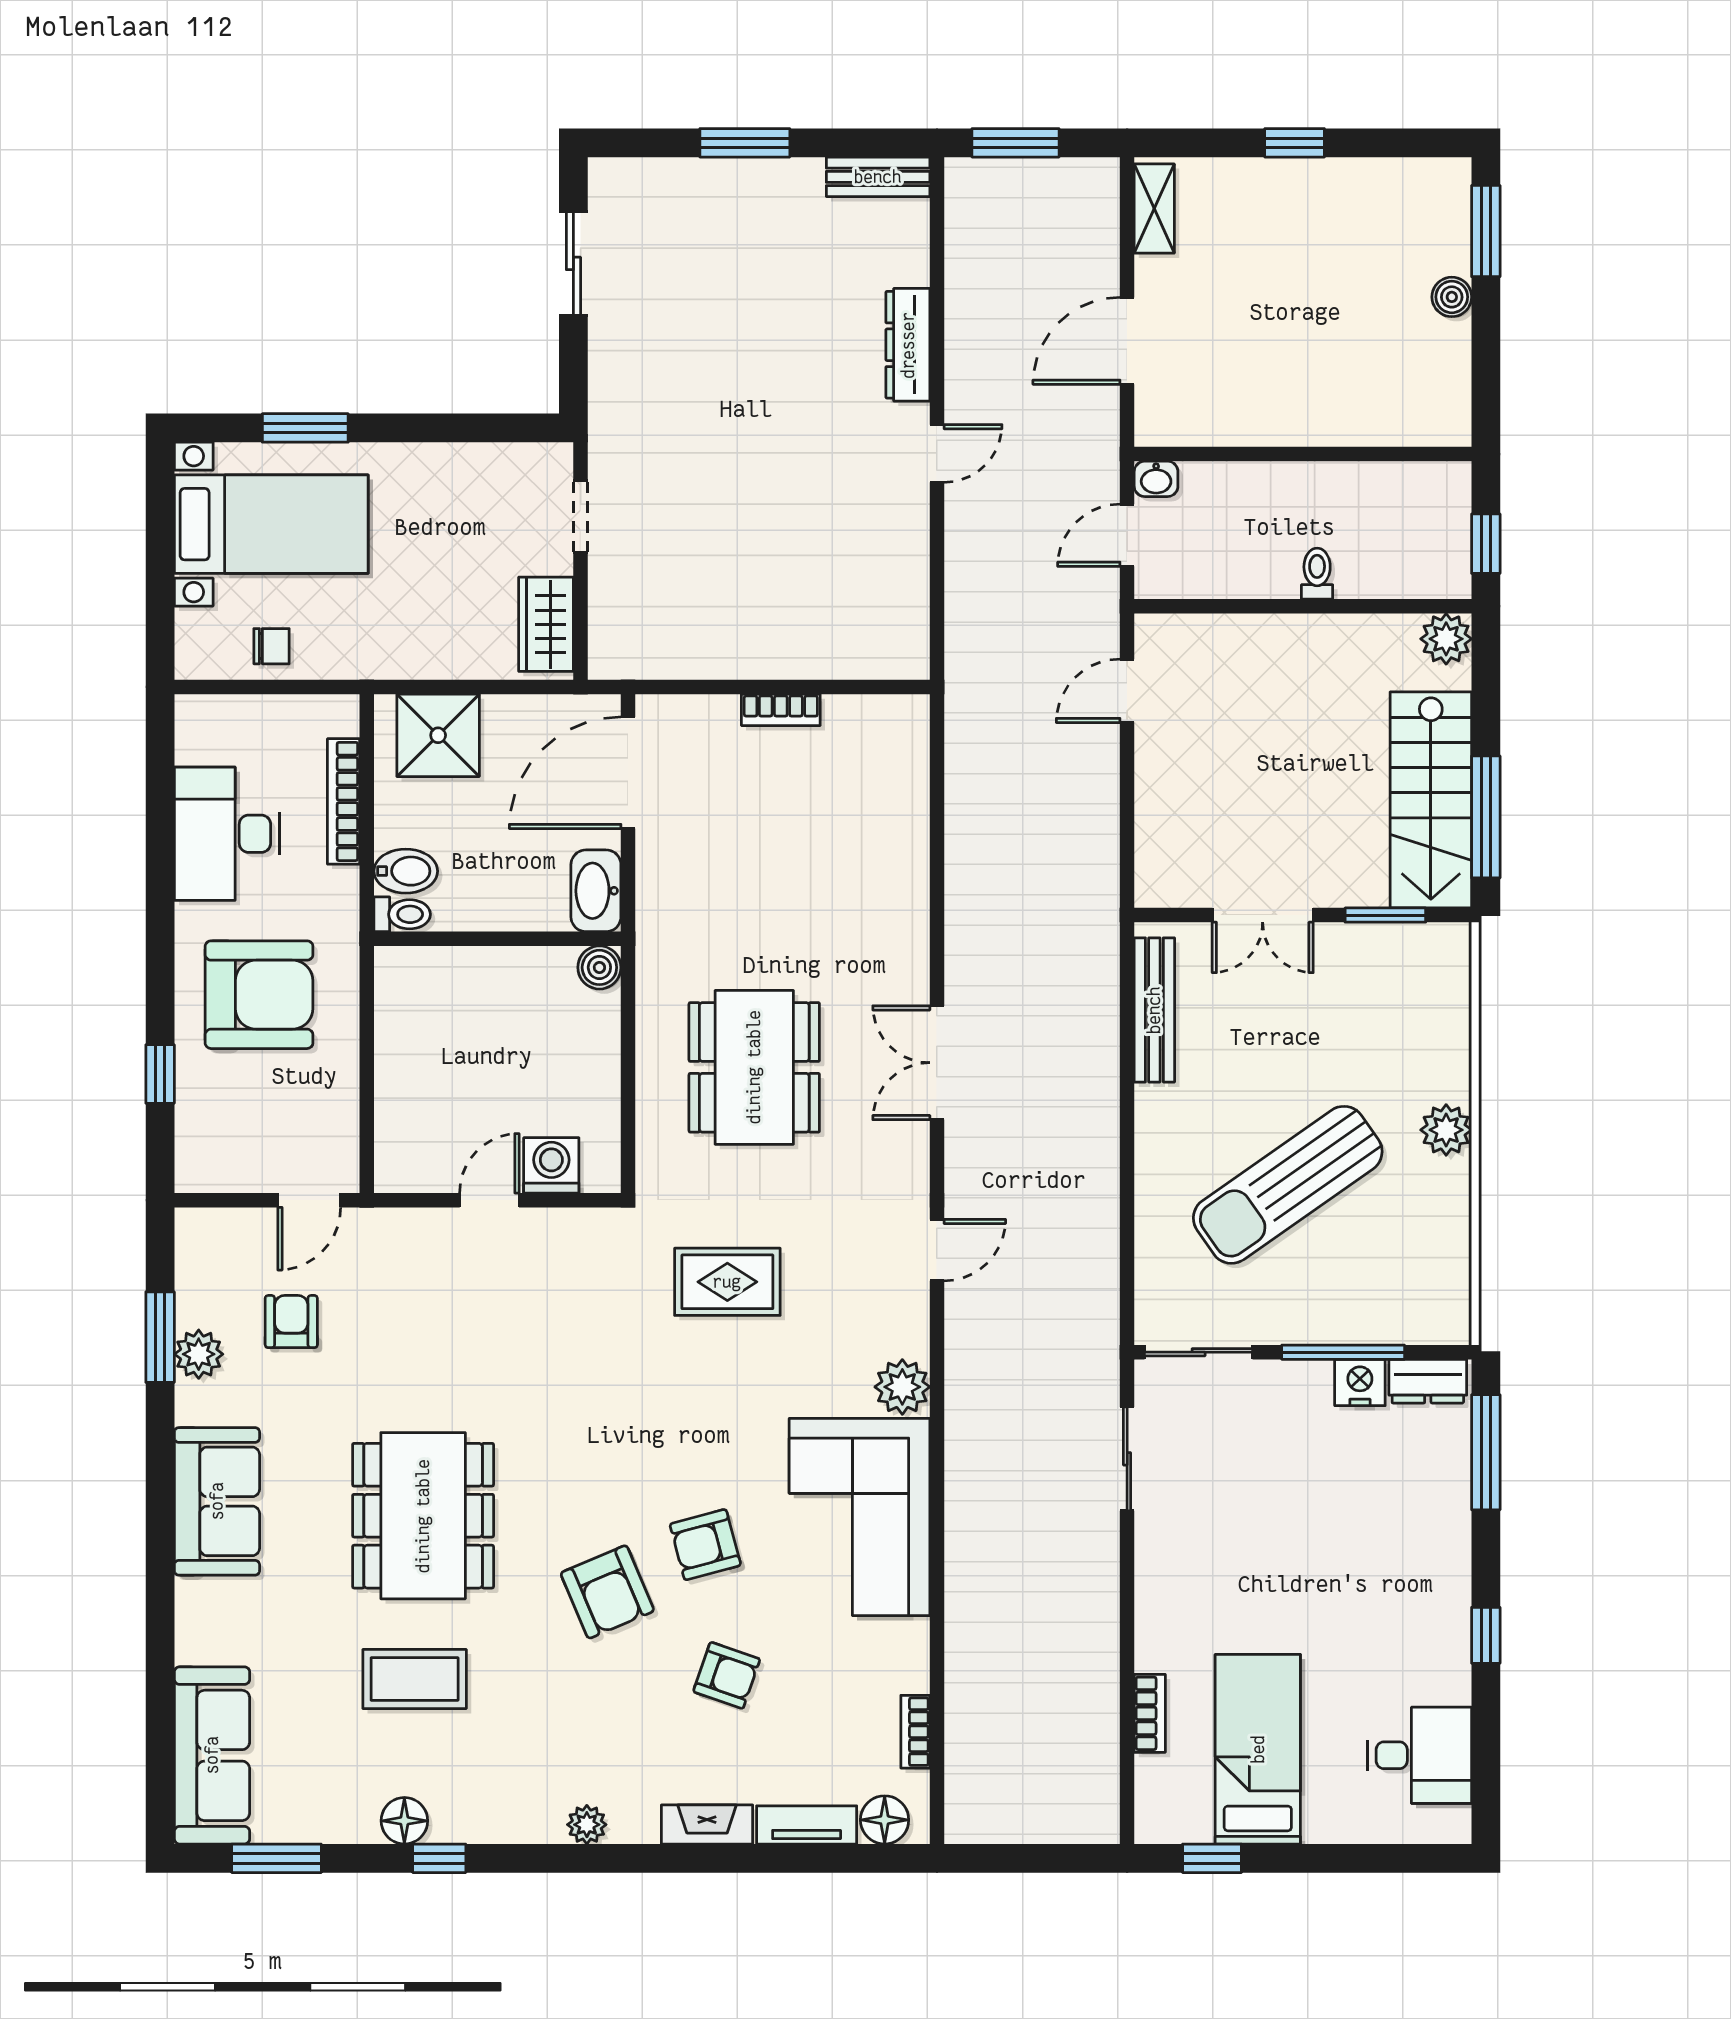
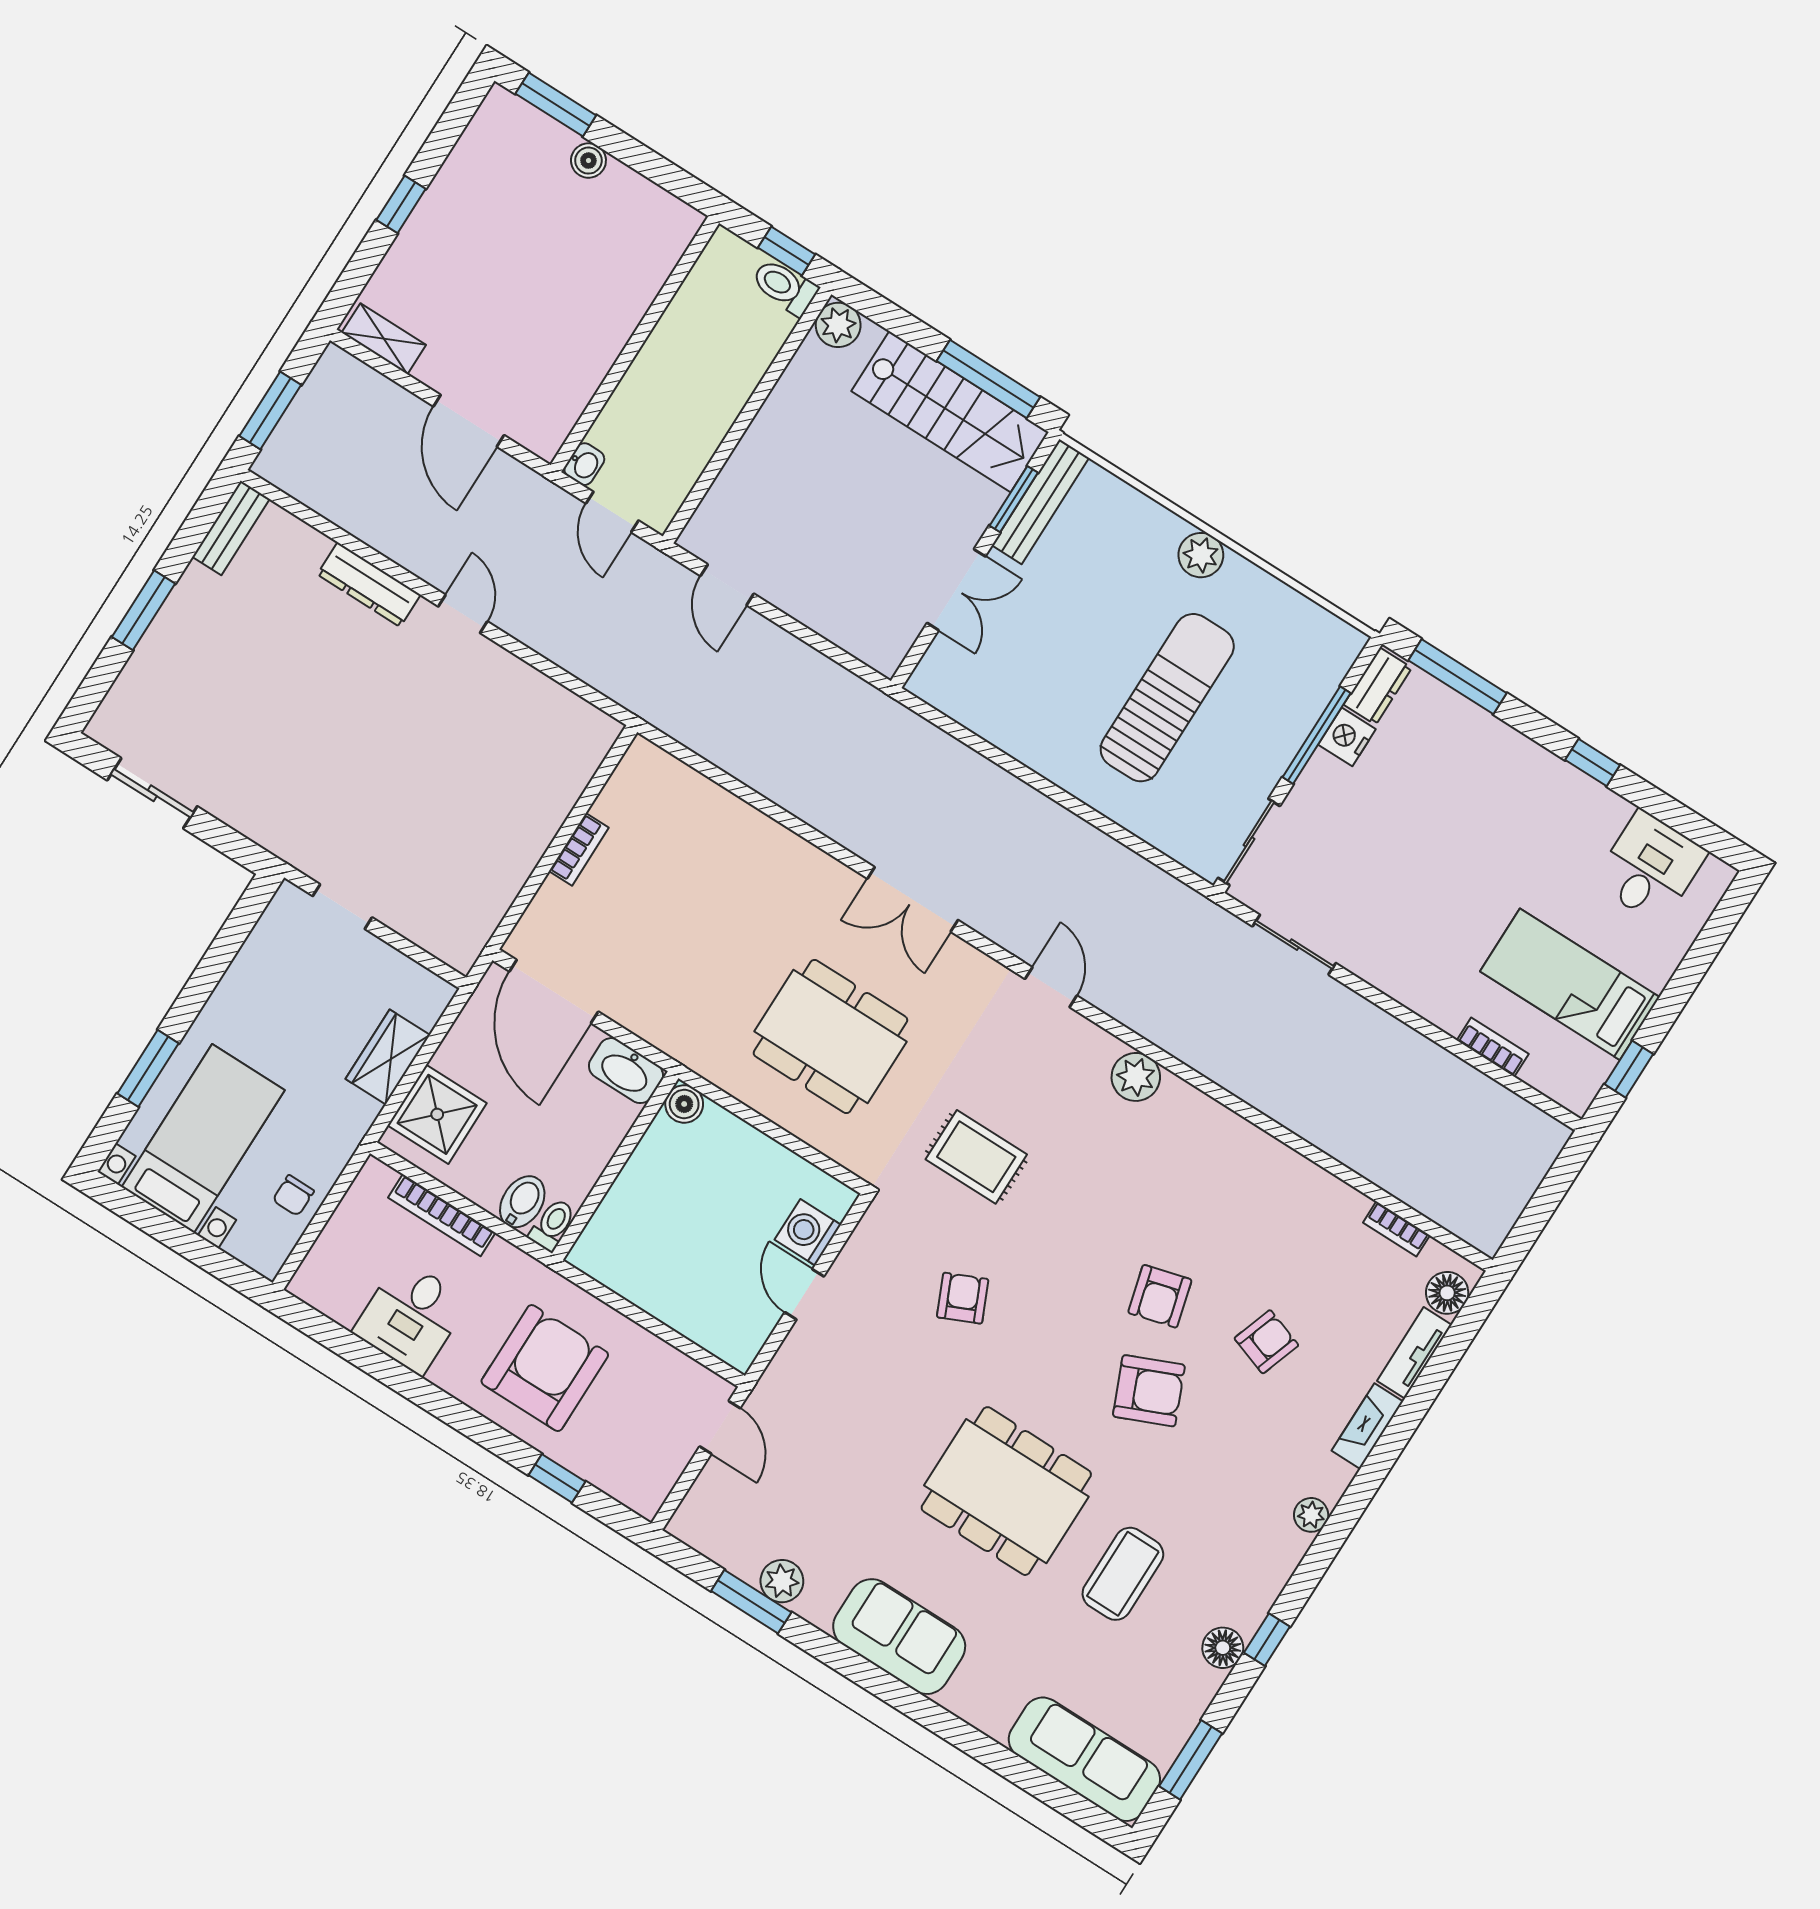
toilet: (1317, 574) -> (785, 287), moved, width x1.37, depth x1.39
wardrobe: (546, 624) -> (388, 1057), moved, turned 90
chair: (272, 646) -> (293, 1196), turned 180
desk: (227, 834) -> (411, 1317), width x0.73
bench: (1154, 1010) -> (1040, 502), moved, turned 90
sun lounger: (1288, 1185) -> (1167, 698), turned -145
rug: (727, 1282) -> (976, 1157), turned 90
armchair: (291, 1322) -> (963, 1298), moved, turned 66
corner sofa: (859, 1517) -> (1212, 1169), removed

